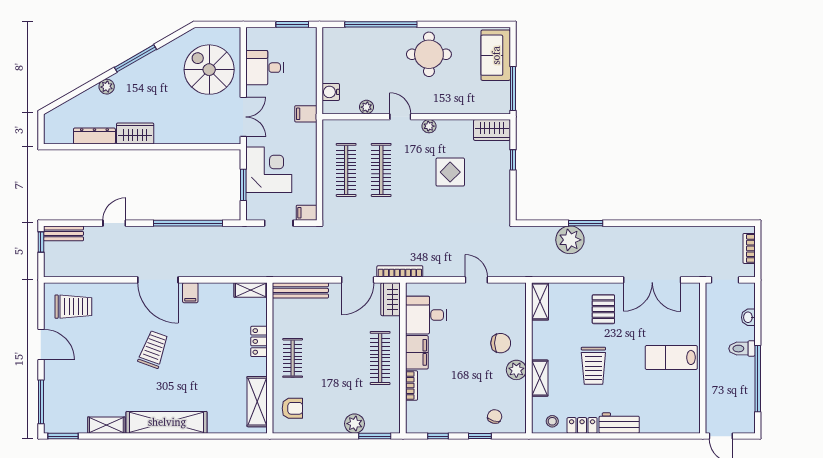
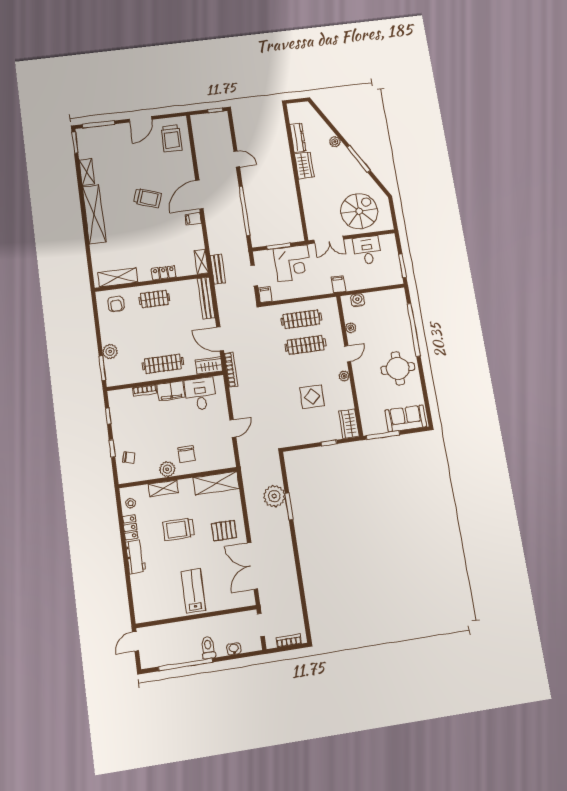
bench: (64, 233) -> (218, 269), moved
shelving: (540, 301) -> (216, 483), width x1.50, depth x1.33

